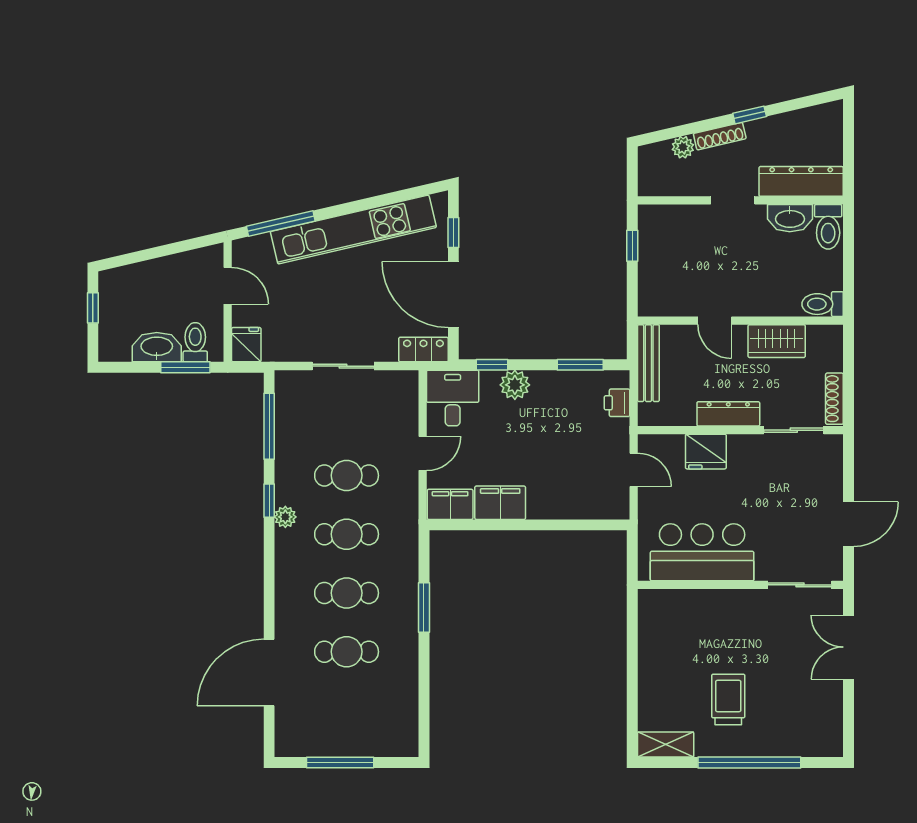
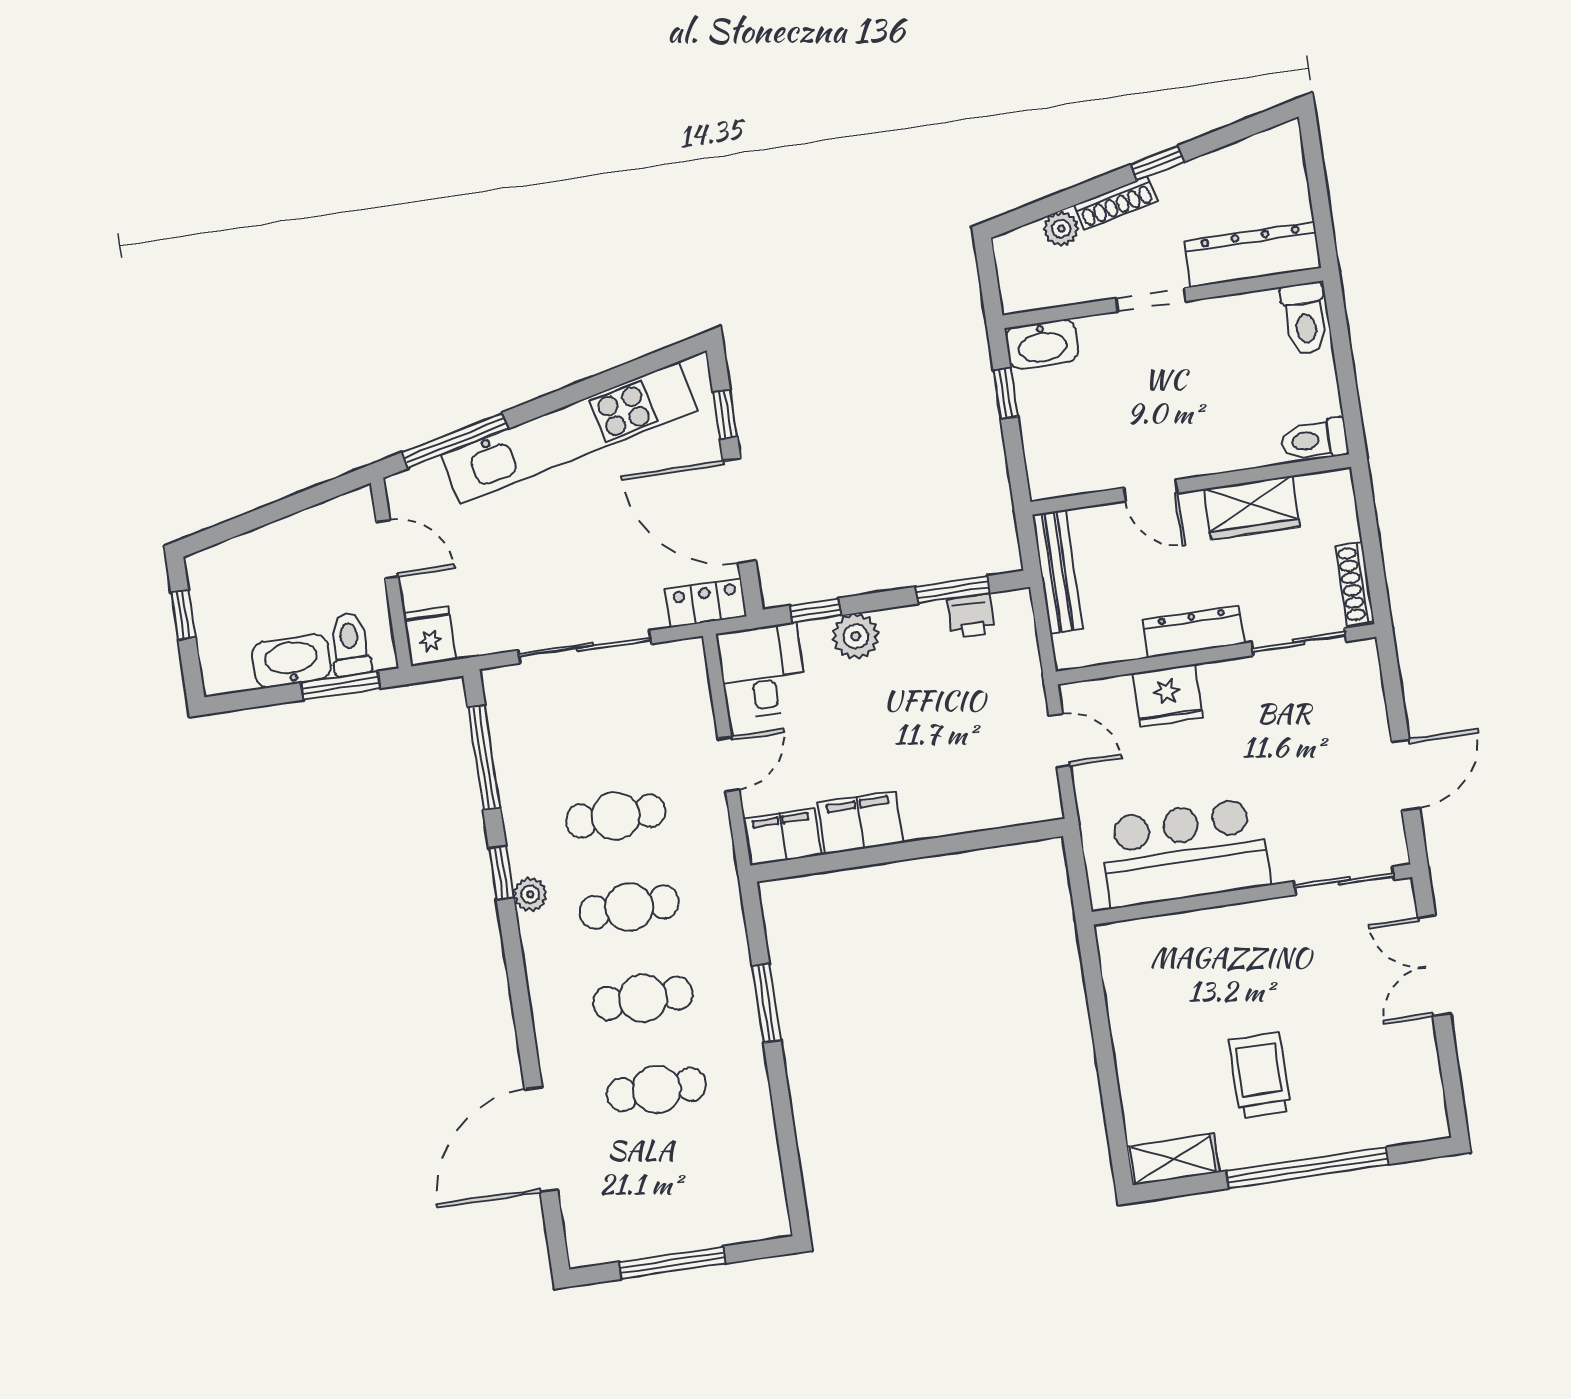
washbasin: (790, 218) -> (1042, 344), moved
sliding door: (343, 366) -> (585, 647), width x1.37
printer: (617, 403) -> (971, 616), moved, turned -90

